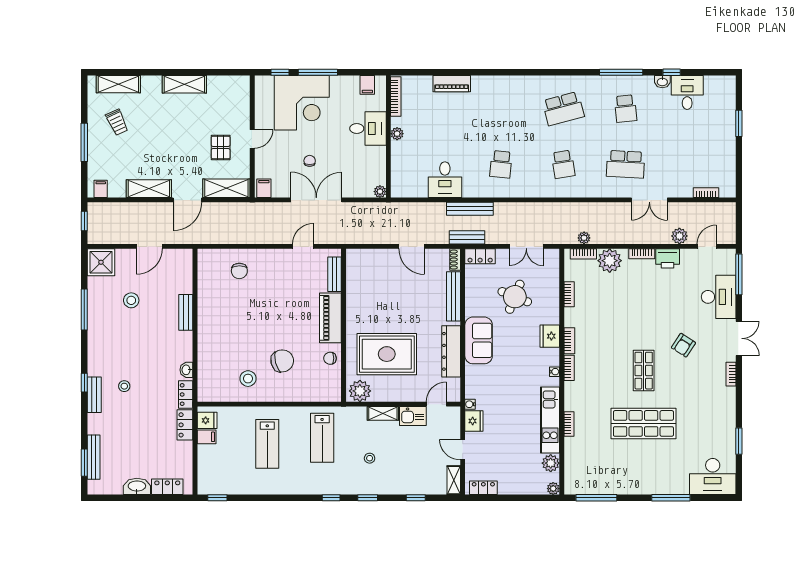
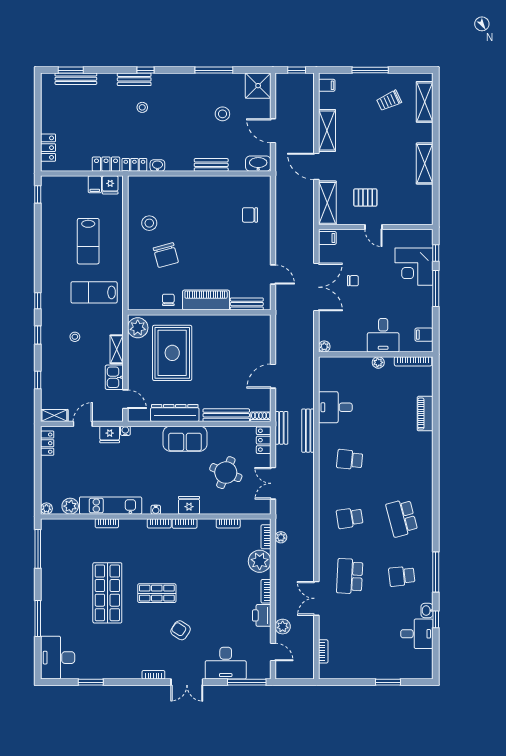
corner desk: (302, 103) -> (414, 267), width x0.74, depth x0.74
lab bench: (267, 444) -> (88, 241), turned -90
washbasin: (137, 486) -> (258, 164), moved, turned -90

